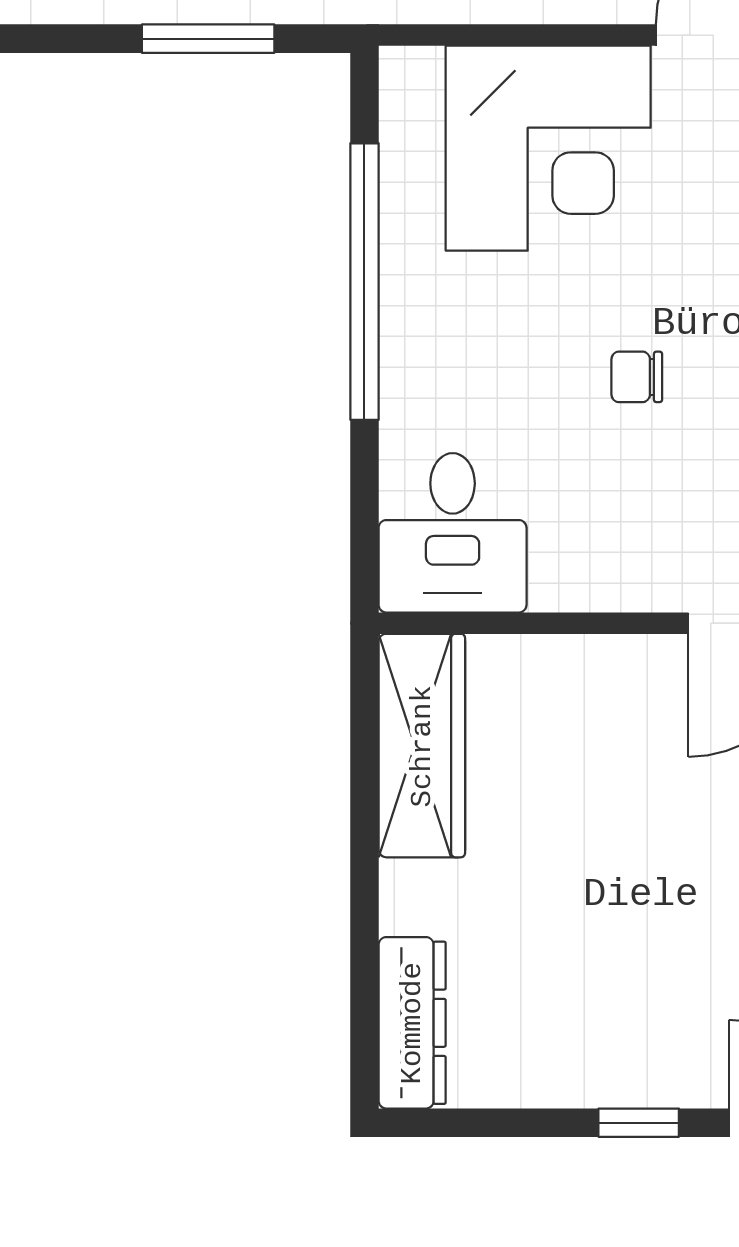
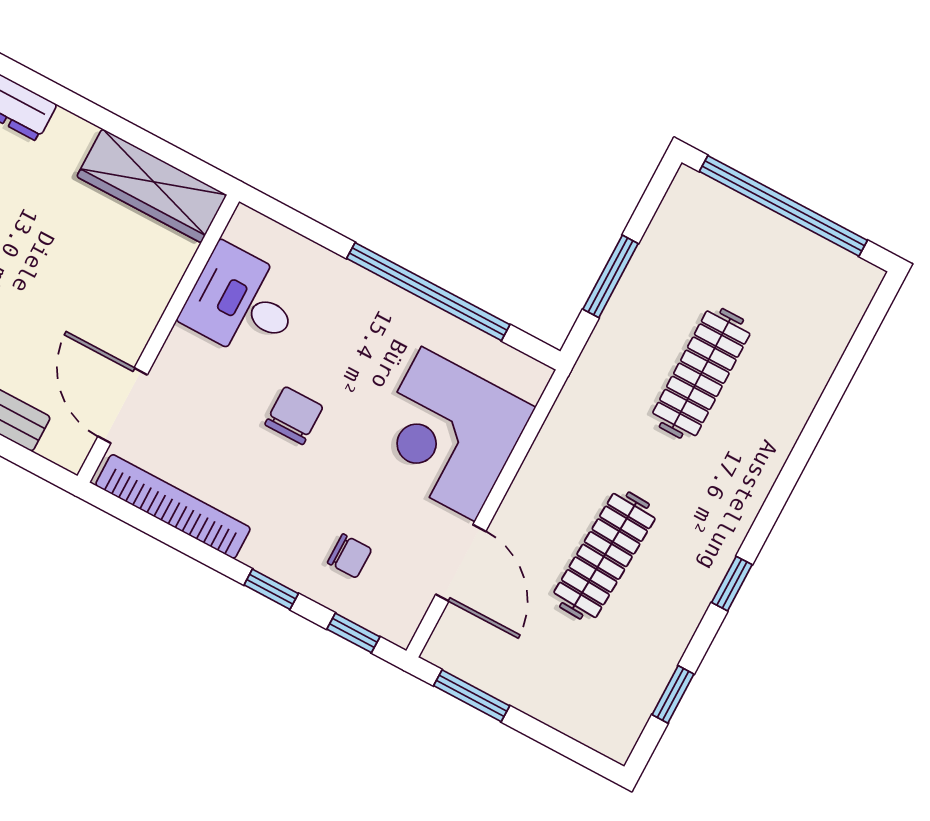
chair: (637, 377) -> (294, 415), width x1.37, depth x1.37
desk: (453, 533) -> (242, 303), moved

